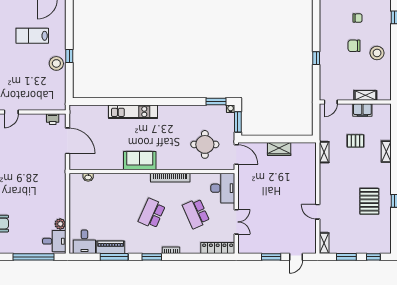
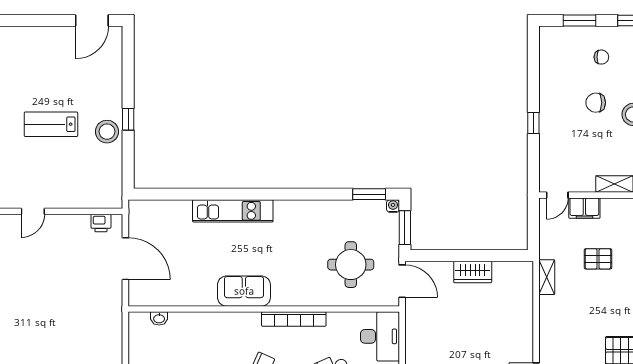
lab bench: (32, 36) -> (51, 124), moved
filing cabinet: (362, 110) -> (584, 208), moved

